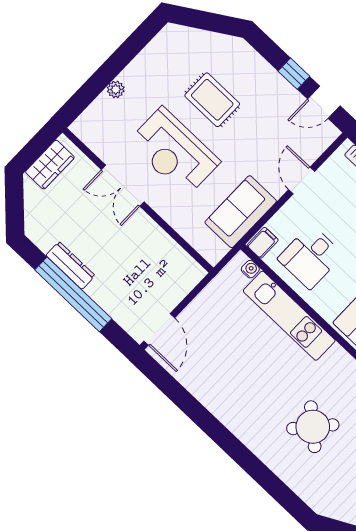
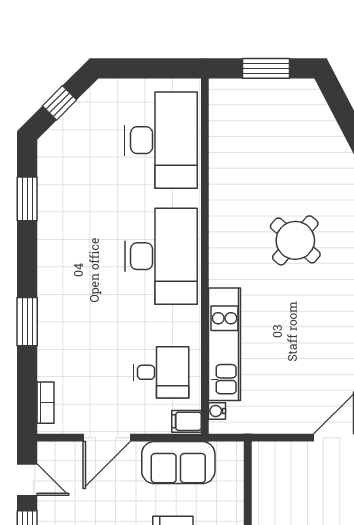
door: (302, 181) -> (107, 438), width x1.38

